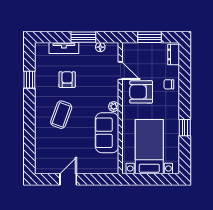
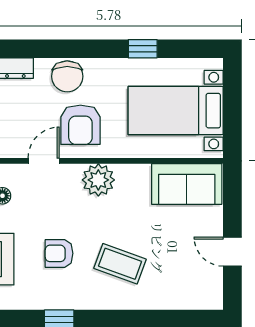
chair: (169, 84) -> (67, 76), width x1.87, depth x1.87
plant: (114, 107) -> (98, 180), width x1.87, depth x1.87
sofa: (107, 133) -> (187, 184), moved

